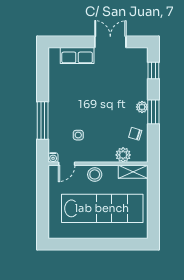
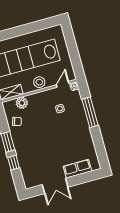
window: (153, 71) -> (14, 163), moved
plant: (142, 107) -> (17, 143), removed

